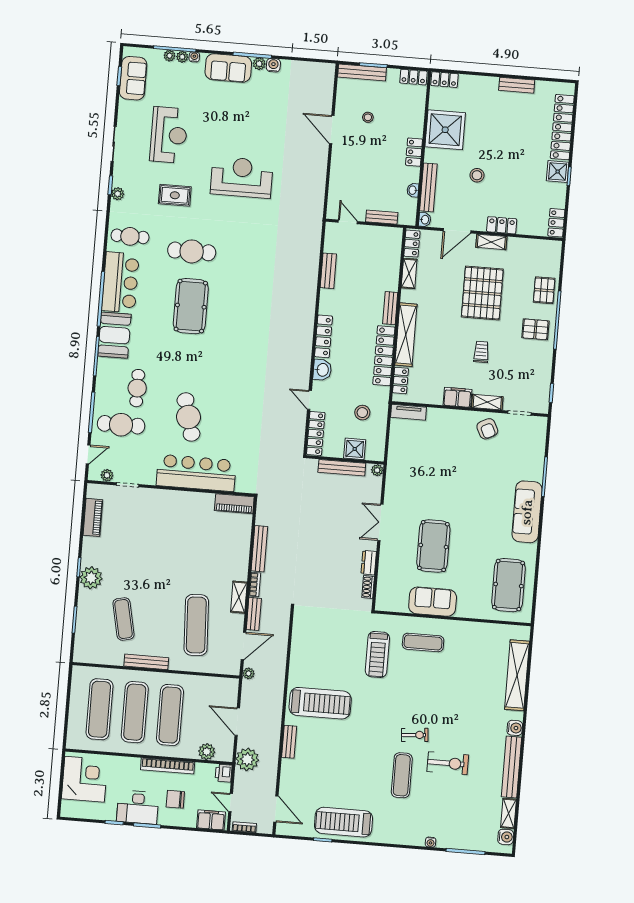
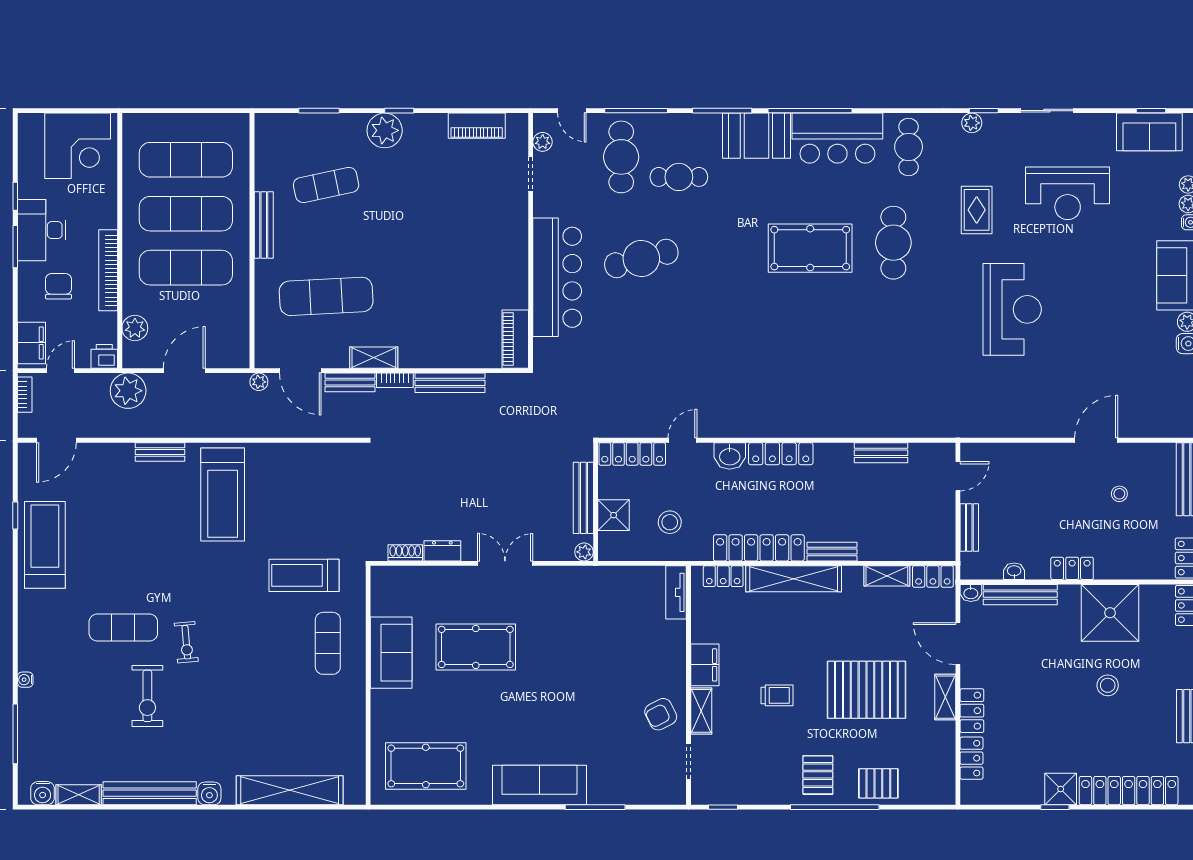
stool: (477, 175) -> (1108, 685), moved
locker: (556, 223) -> (971, 758), moved, turned 90

